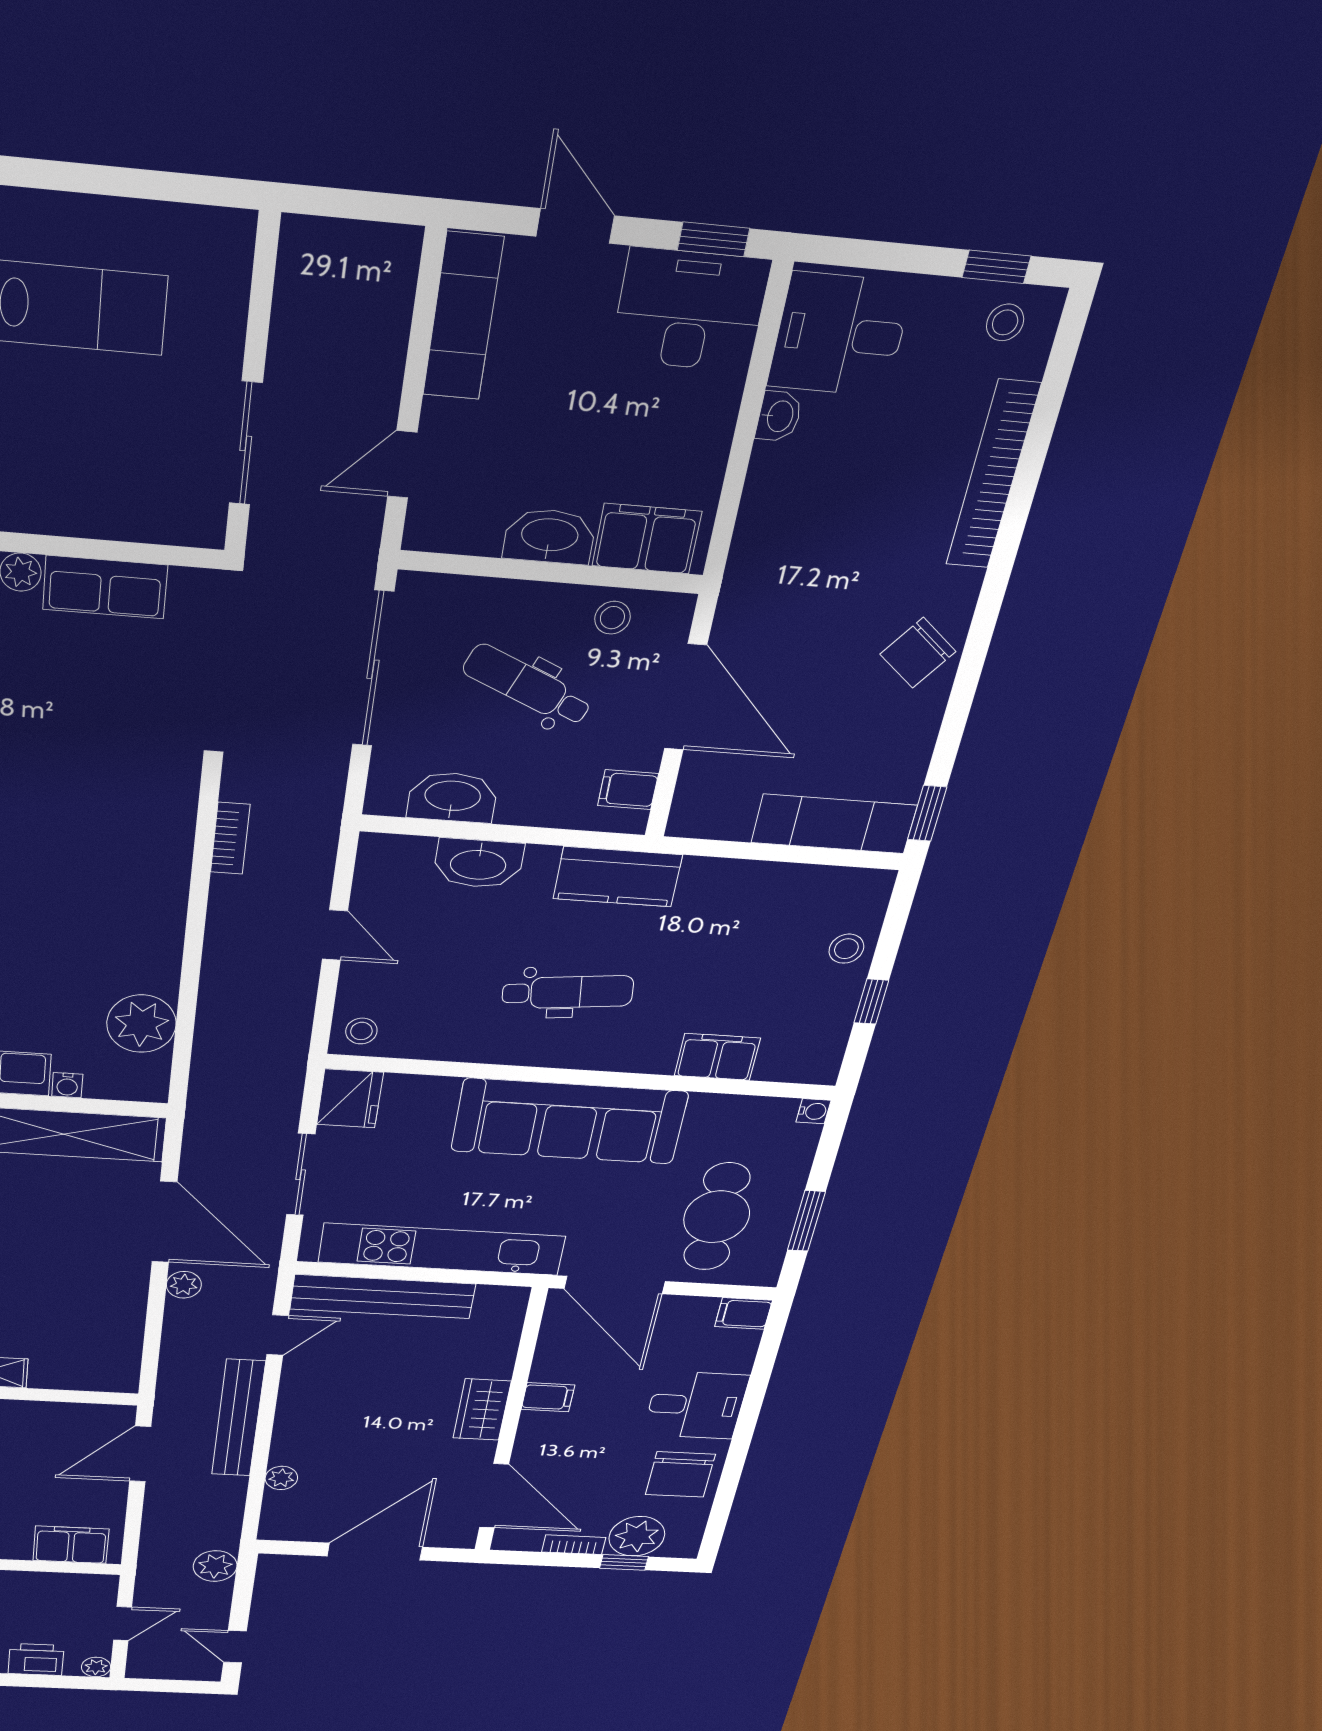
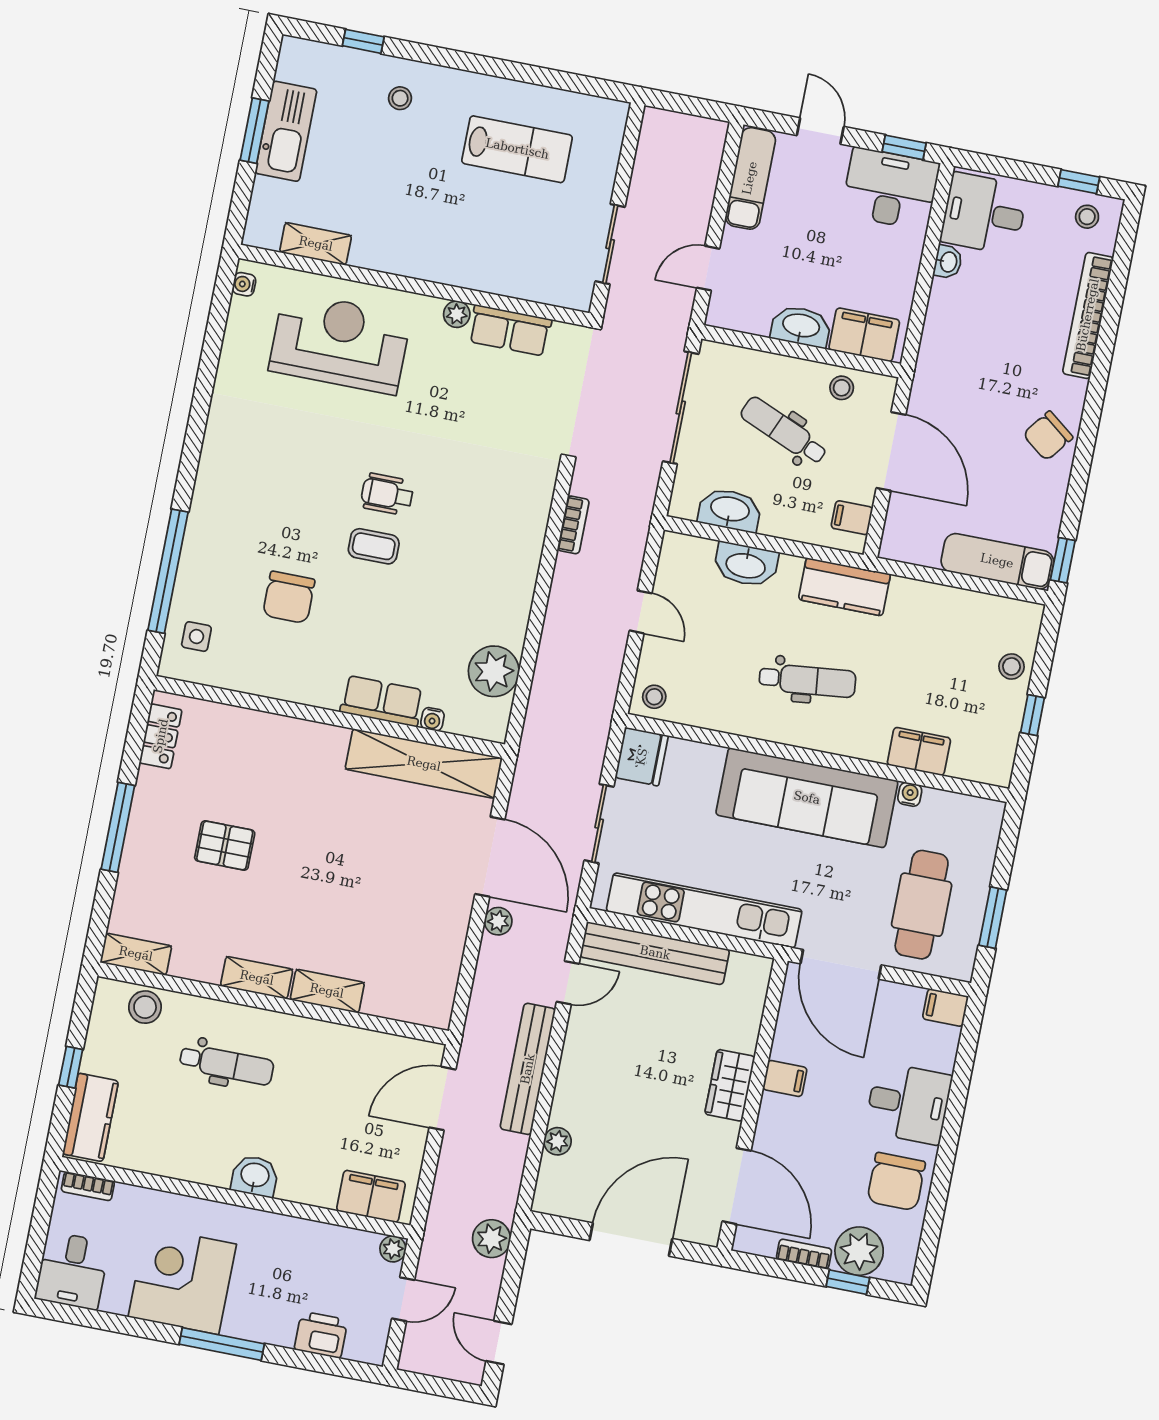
water cooler: (814, 1111) -> (910, 794), moved, turned -90
plant: (96, 1667) -> (393, 1249), moved

